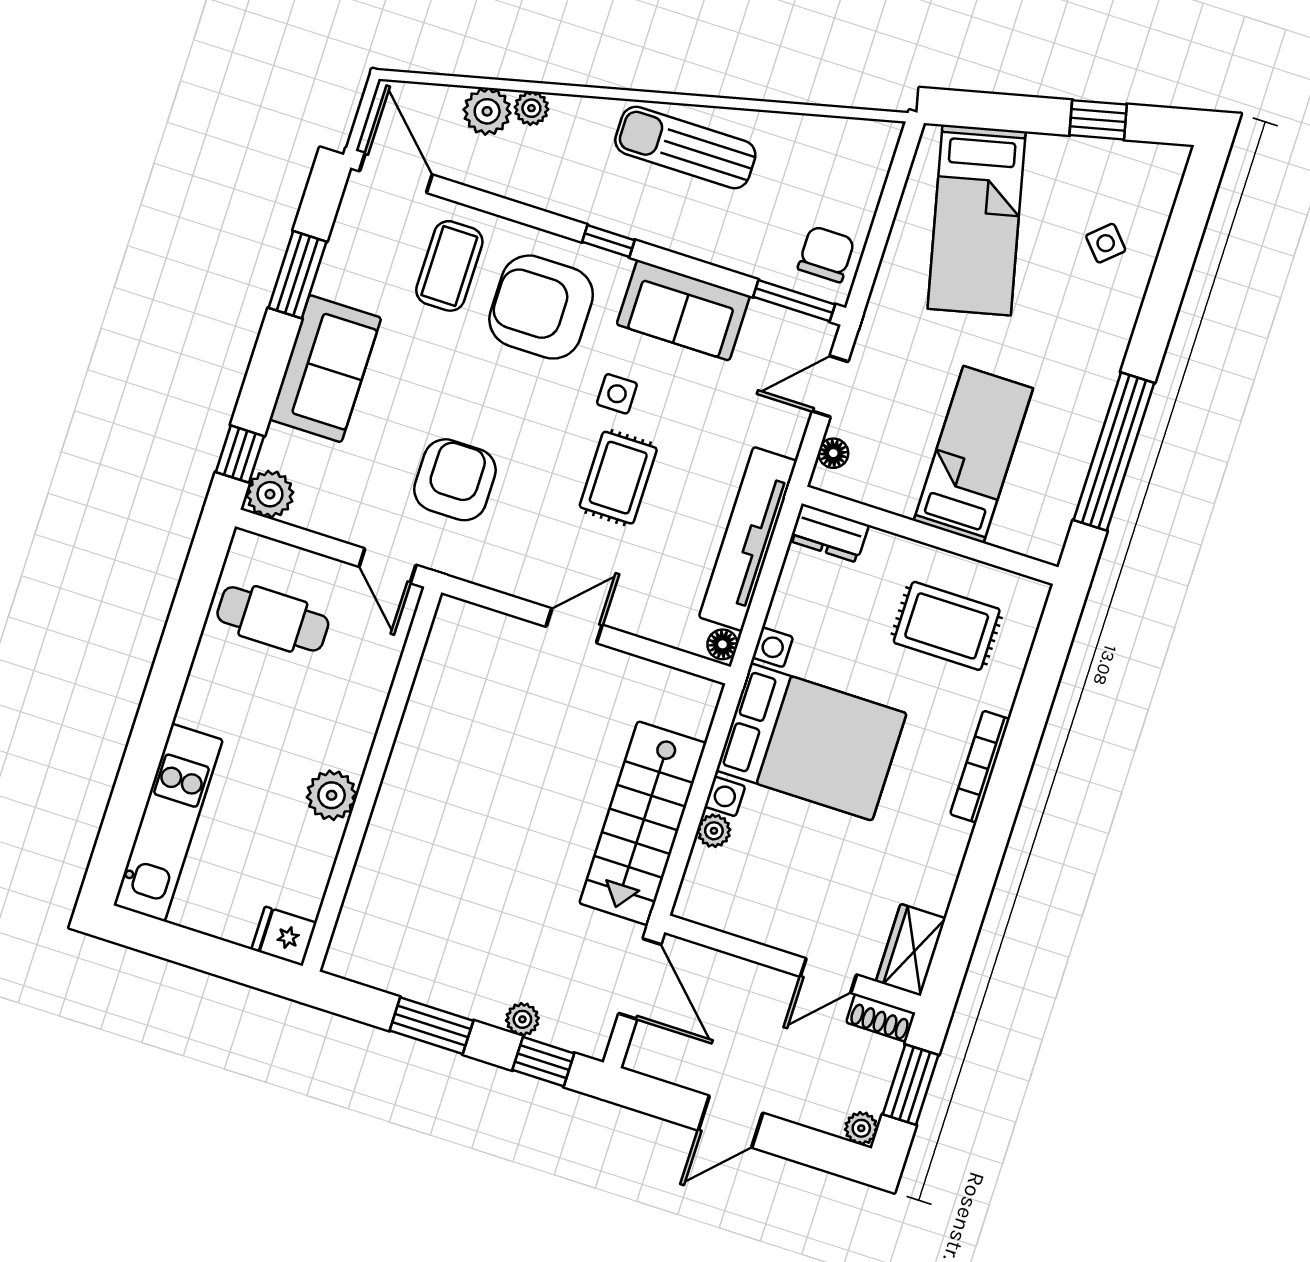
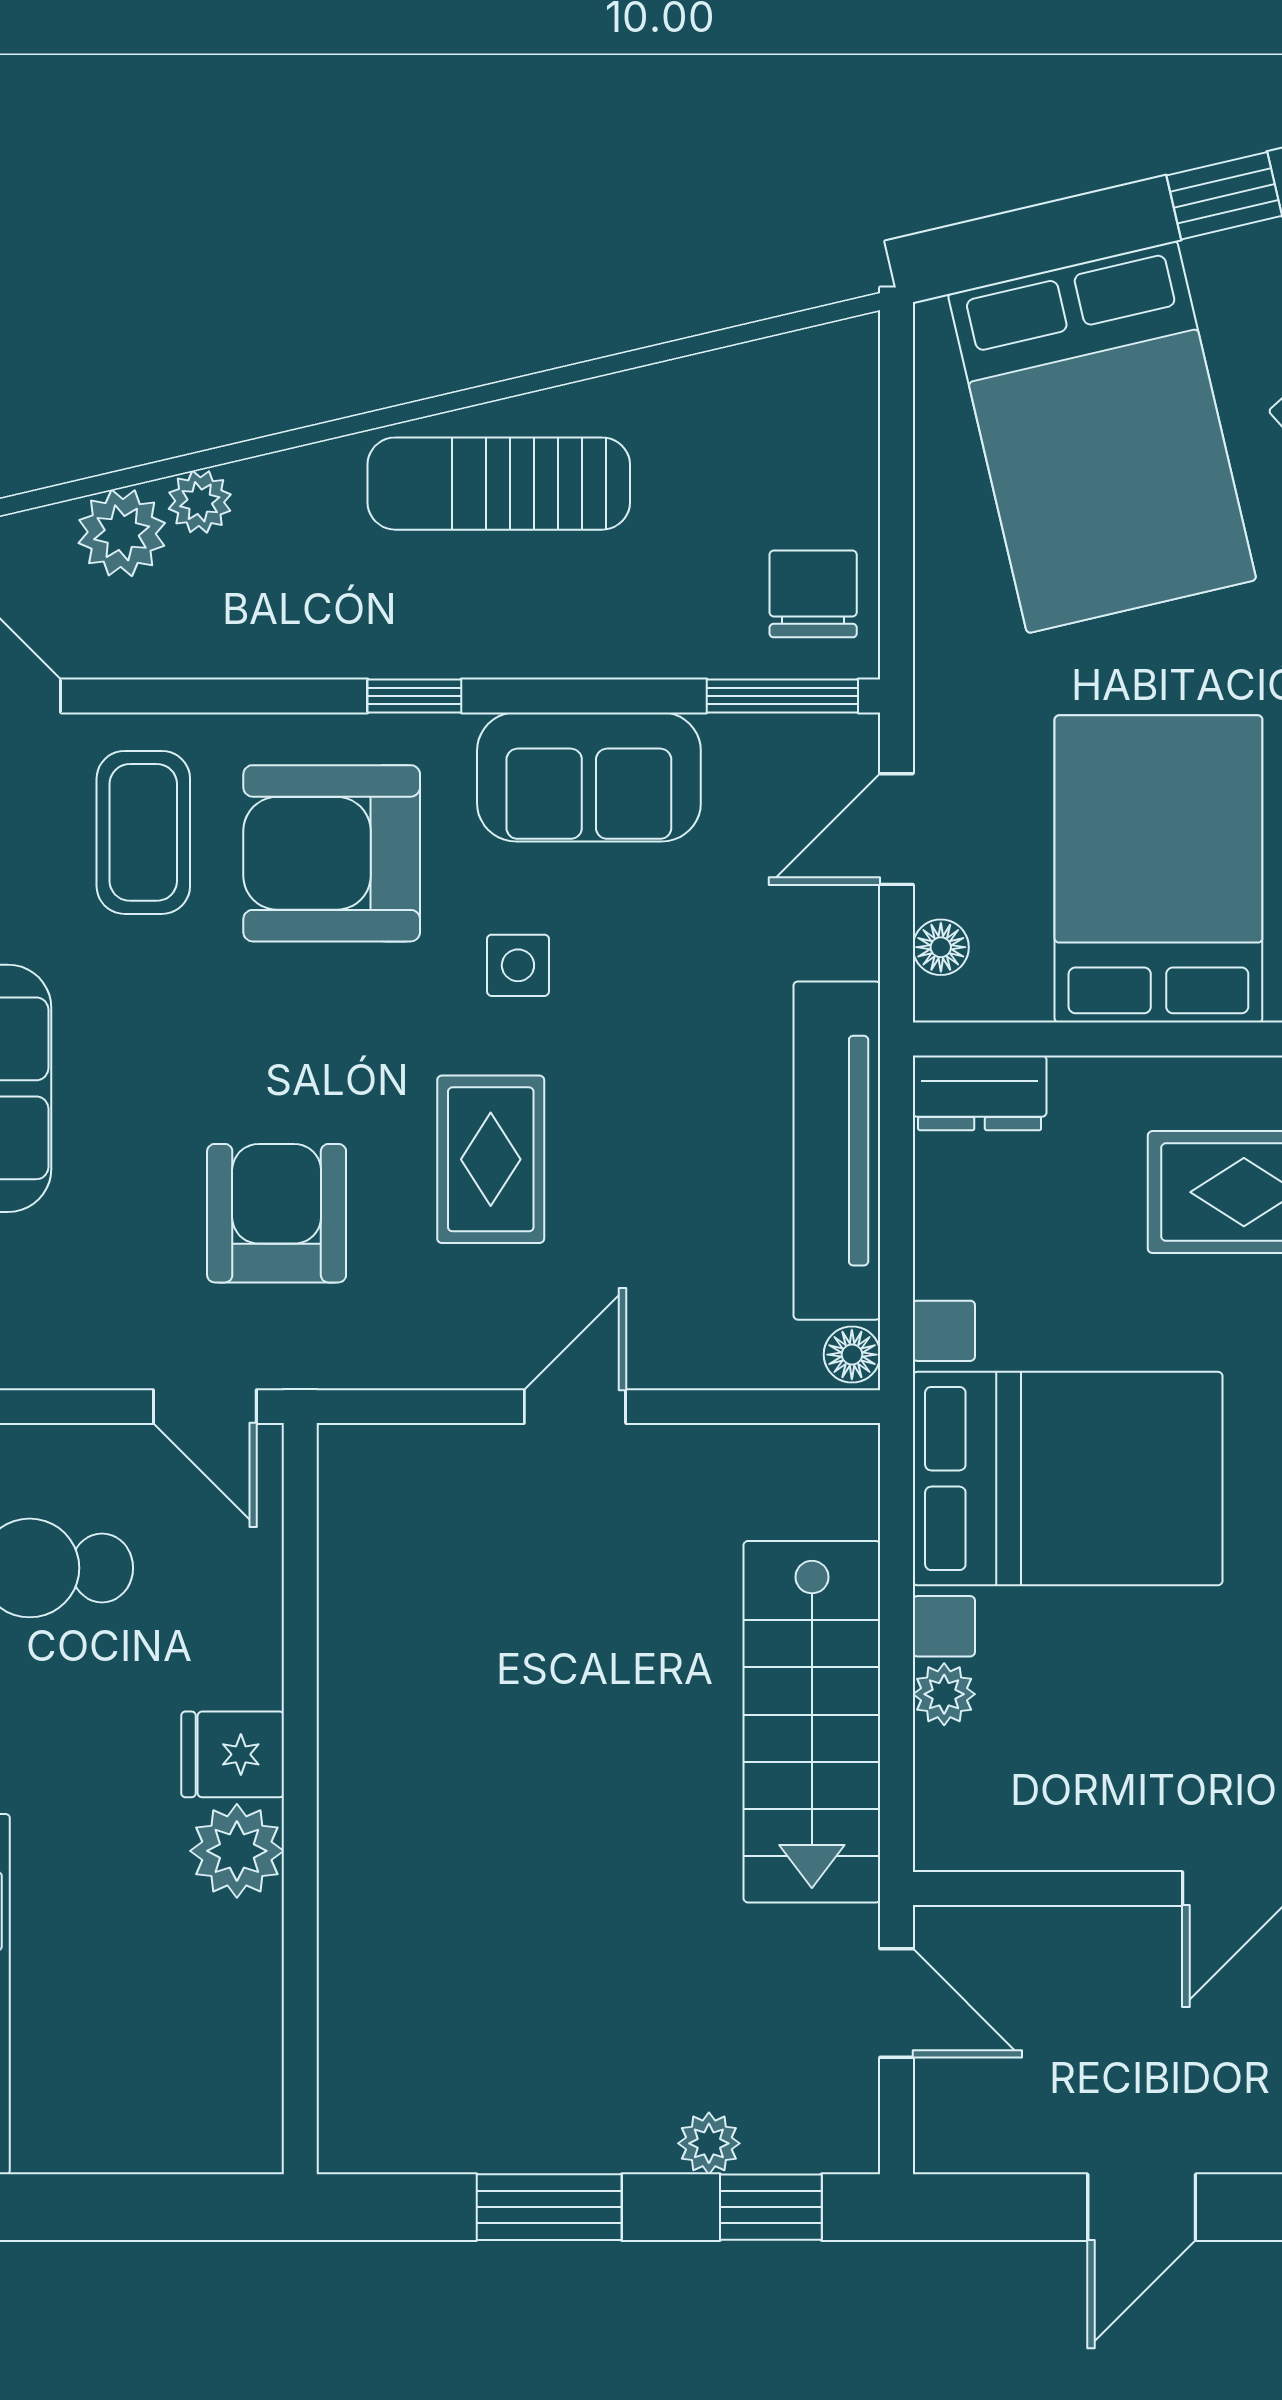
bed: (977, 220) -> (1102, 437), width x1.50
bed: (973, 455) -> (1158, 869), width x1.50
rug: (618, 478) -> (491, 1159), moved
fridge: (284, 936) -> (233, 1754), moved
door: (640, 979) -> (897, 2003), width x0.73

